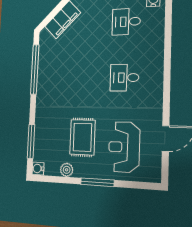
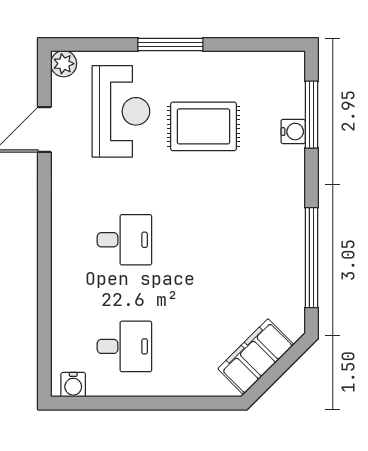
rug: (82, 137) -> (203, 126), turned 90
water cooler: (38, 169) -> (293, 132), moved
plant: (67, 170) -> (64, 64), moved

